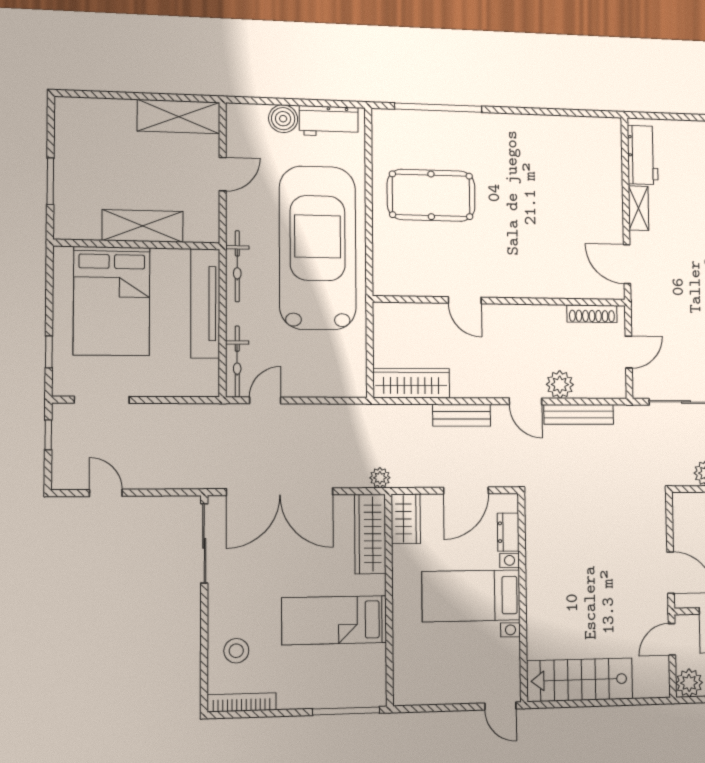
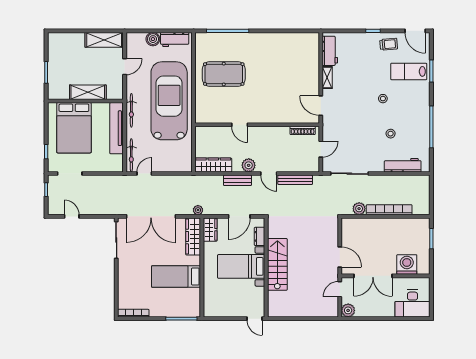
plant: (560, 385) -> (249, 165), moved
stool: (236, 651) -> (131, 290), removed
stairs: (580, 680) -> (277, 264), moved, turned 90

